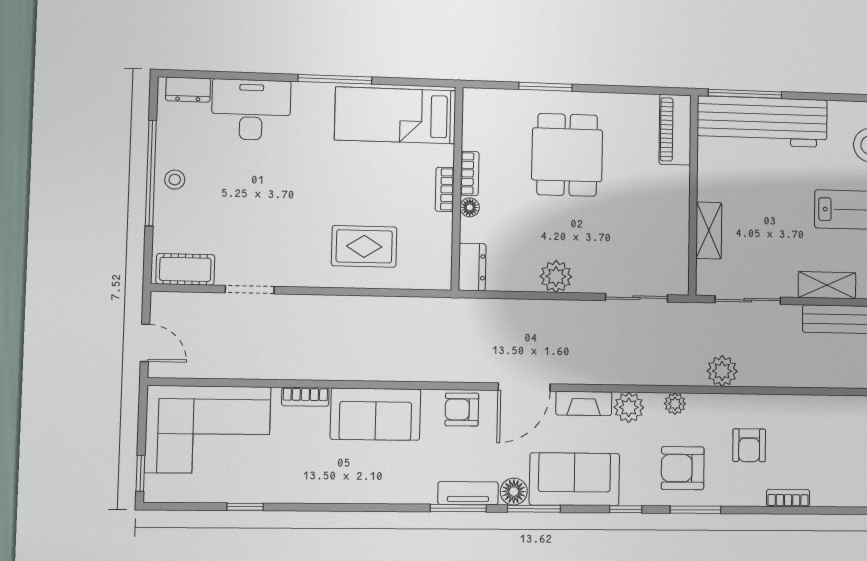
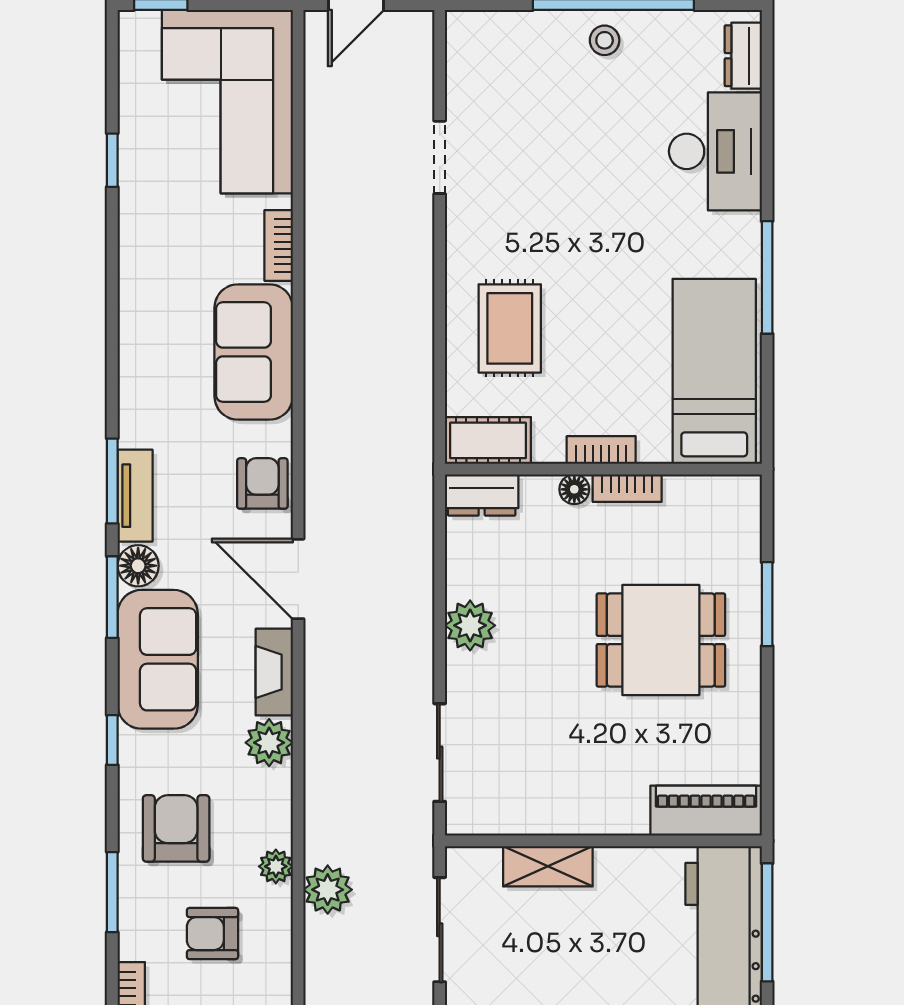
cot: (185, 269) -> (488, 440), moved, turned 90
plant: (675, 404) -> (276, 866), moved
window: (695, 510) -> (112, 892), moved

